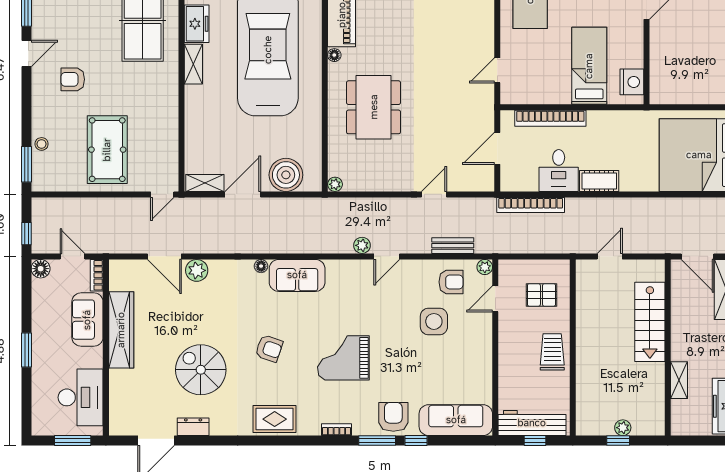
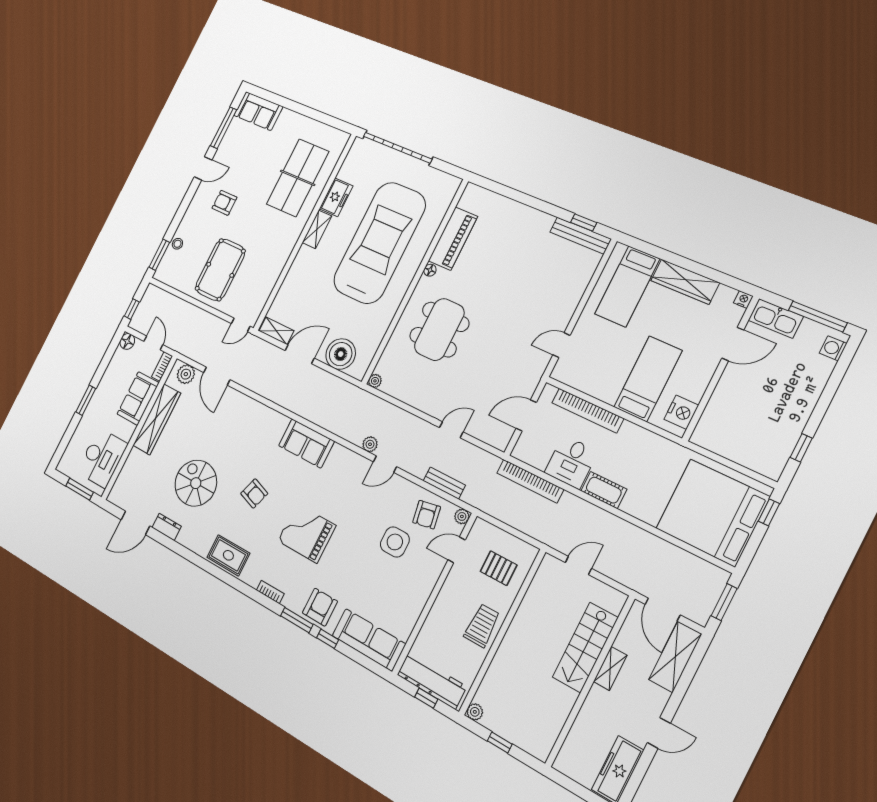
floor lamp: (261, 266) -> (283, 421), removed
plant: (197, 270) -> (186, 374), moved
armchair: (451, 282) -> (427, 515), turned 80
shelving: (679, 380) -> (610, 668), moved
plant: (623, 428) -> (475, 712), moved

